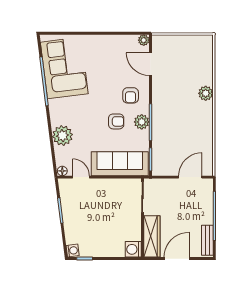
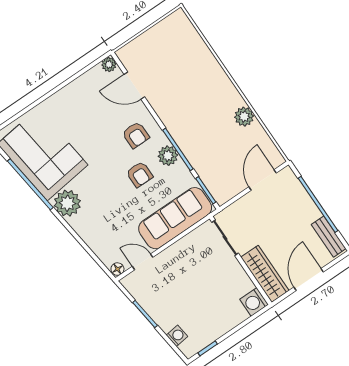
plant: (206, 93) -> (244, 117), moved
armchair: (116, 121) -> (140, 174), turned 90
plant: (62, 136) -> (67, 203), moved
washing machine: (73, 251) -> (177, 336), moved

